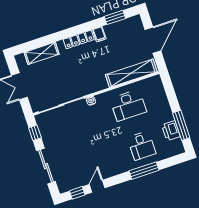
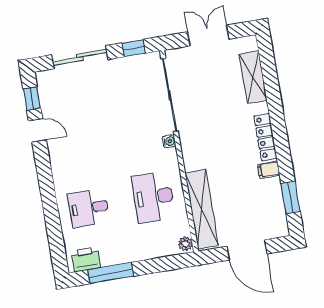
plant: (155, 80) -> (186, 244), added
printer: (171, 131) -> (86, 259), moved
window: (144, 171) -> (50, 206), removed

